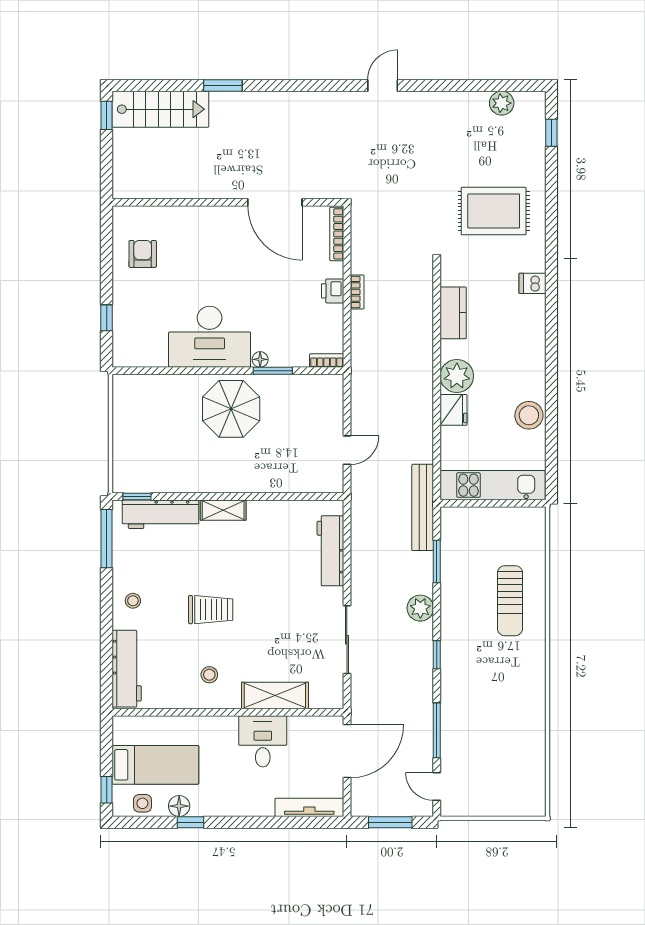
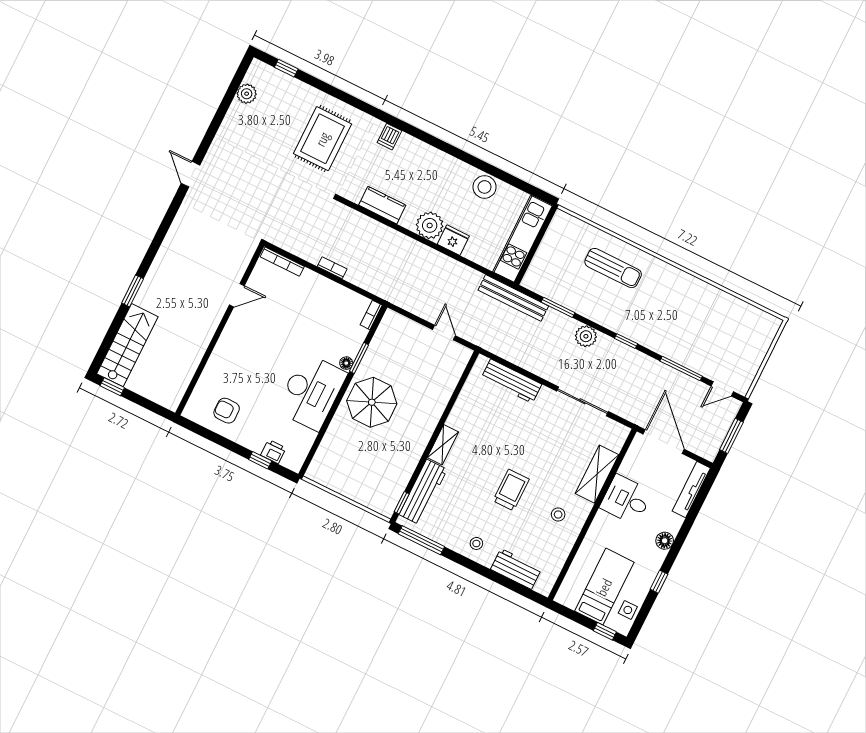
door: (275, 202) -> (237, 295), width x0.53
printer: (333, 291) -> (273, 452), moved, turned 180
workbench: (127, 669) -> (516, 569), width x0.73
floor lamp: (179, 806) -> (665, 541), moved

